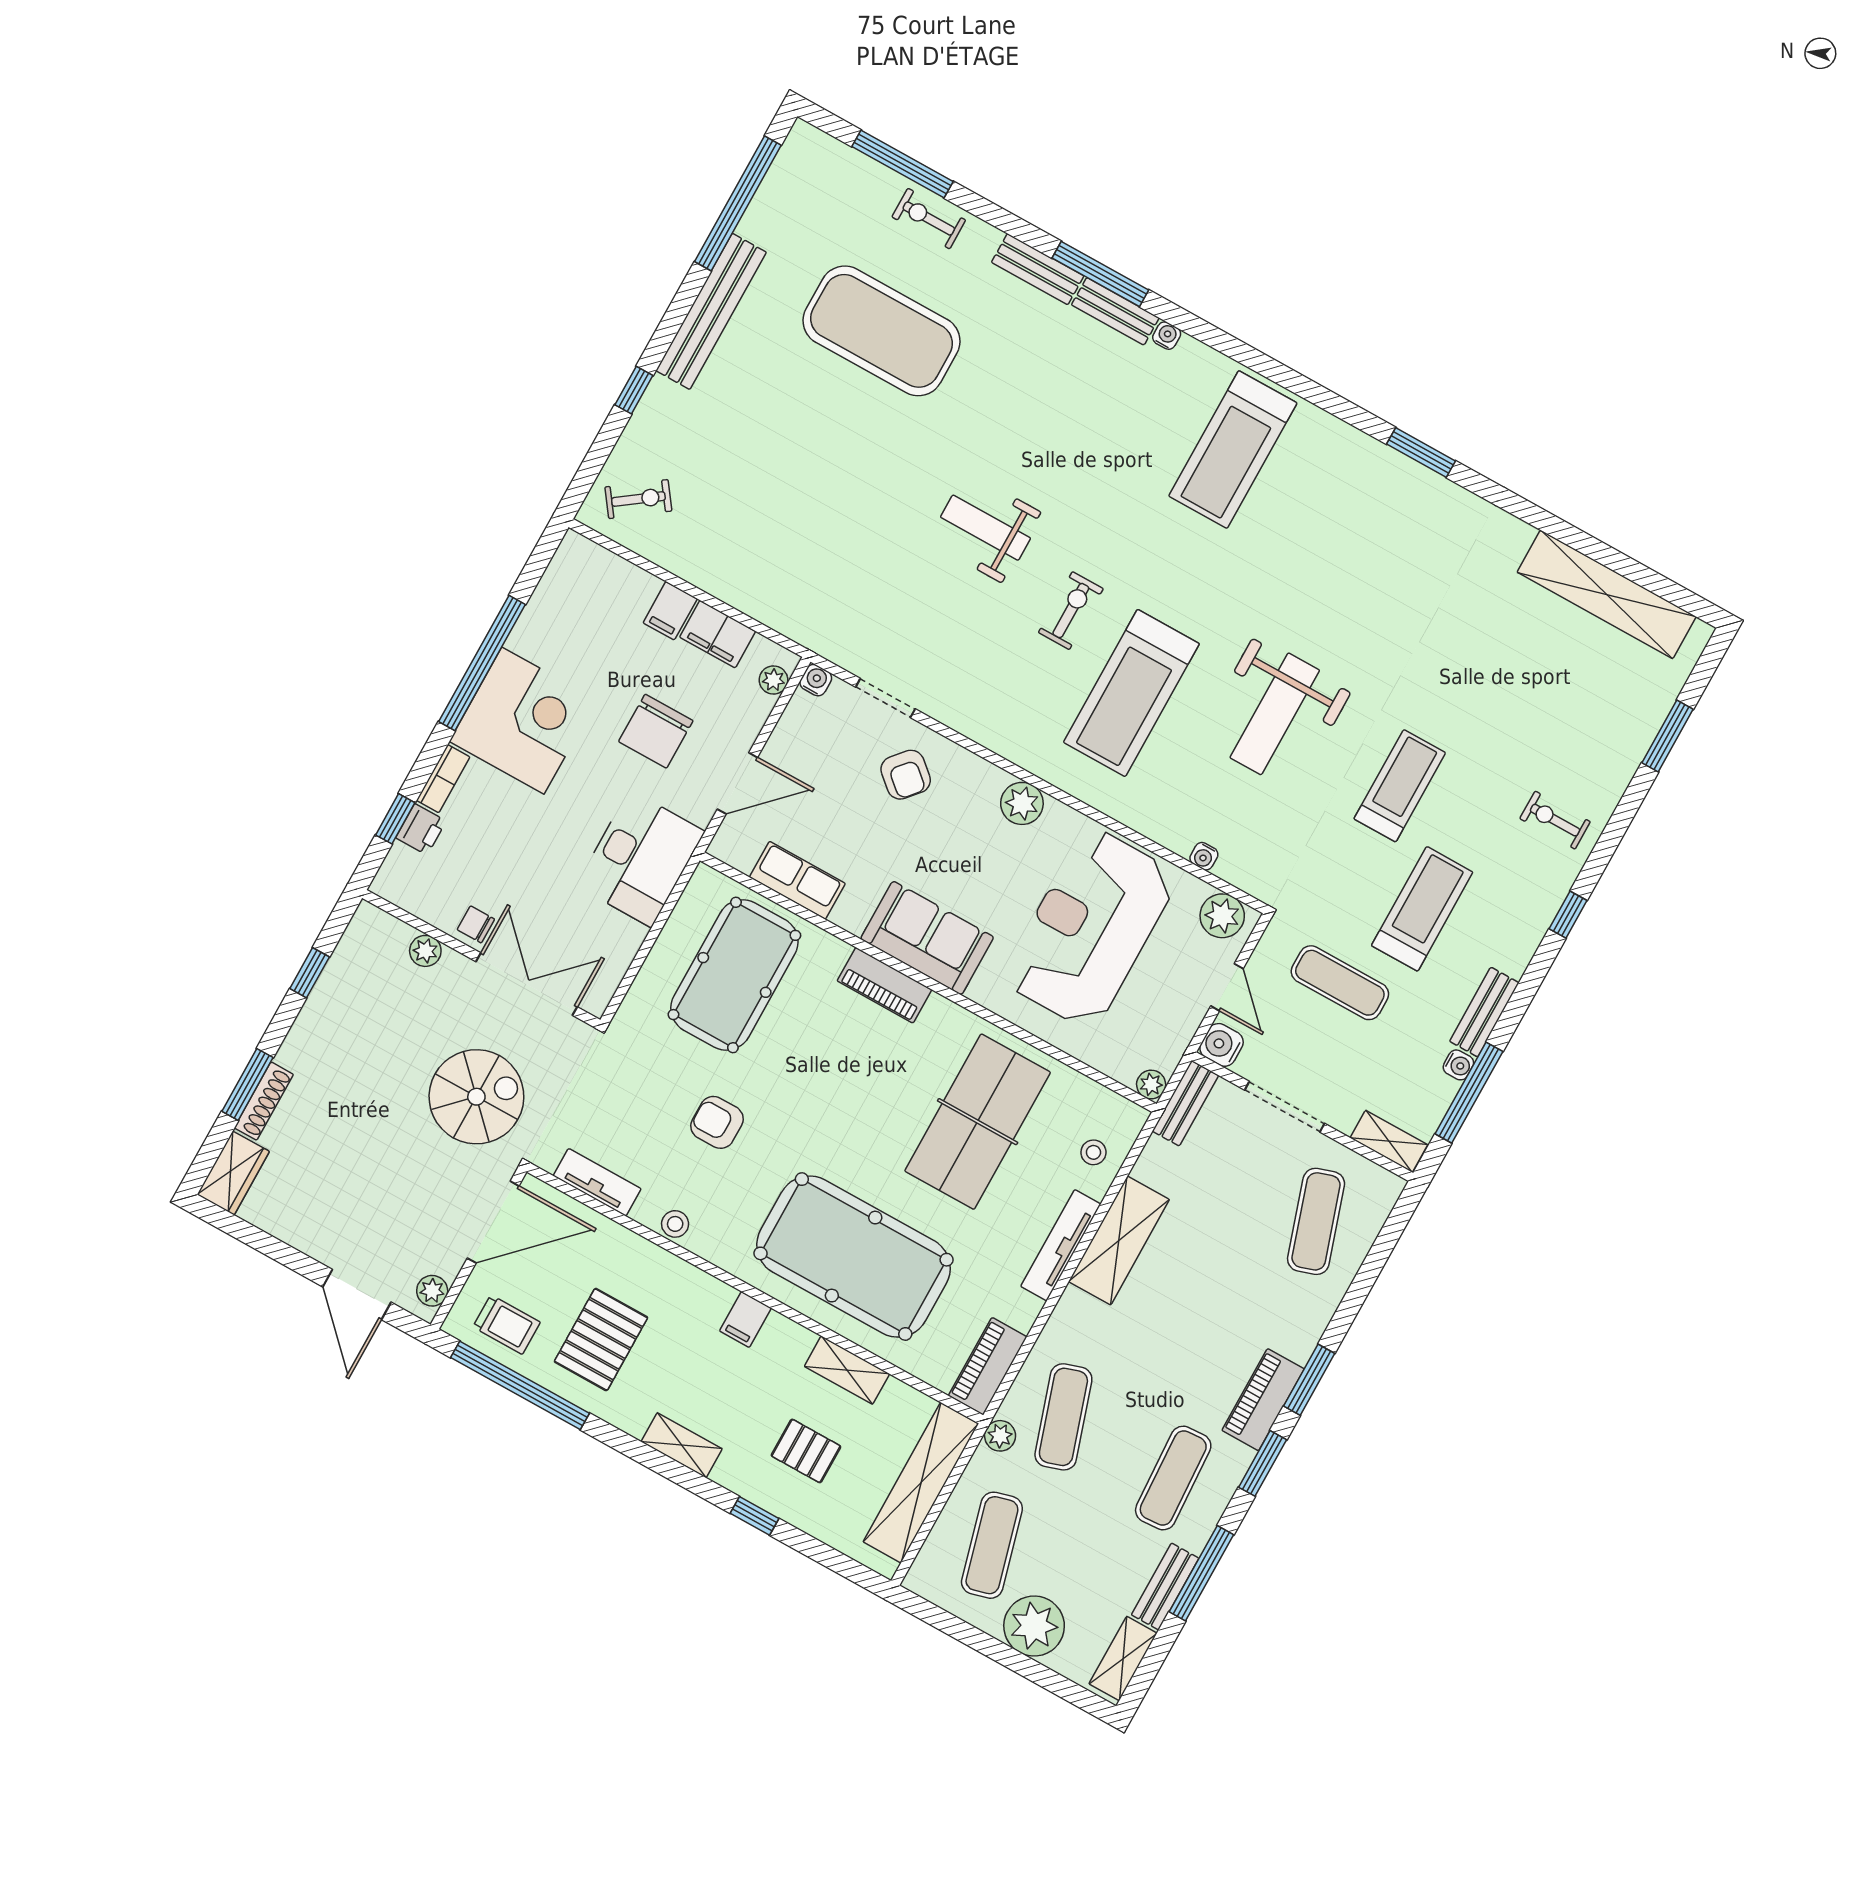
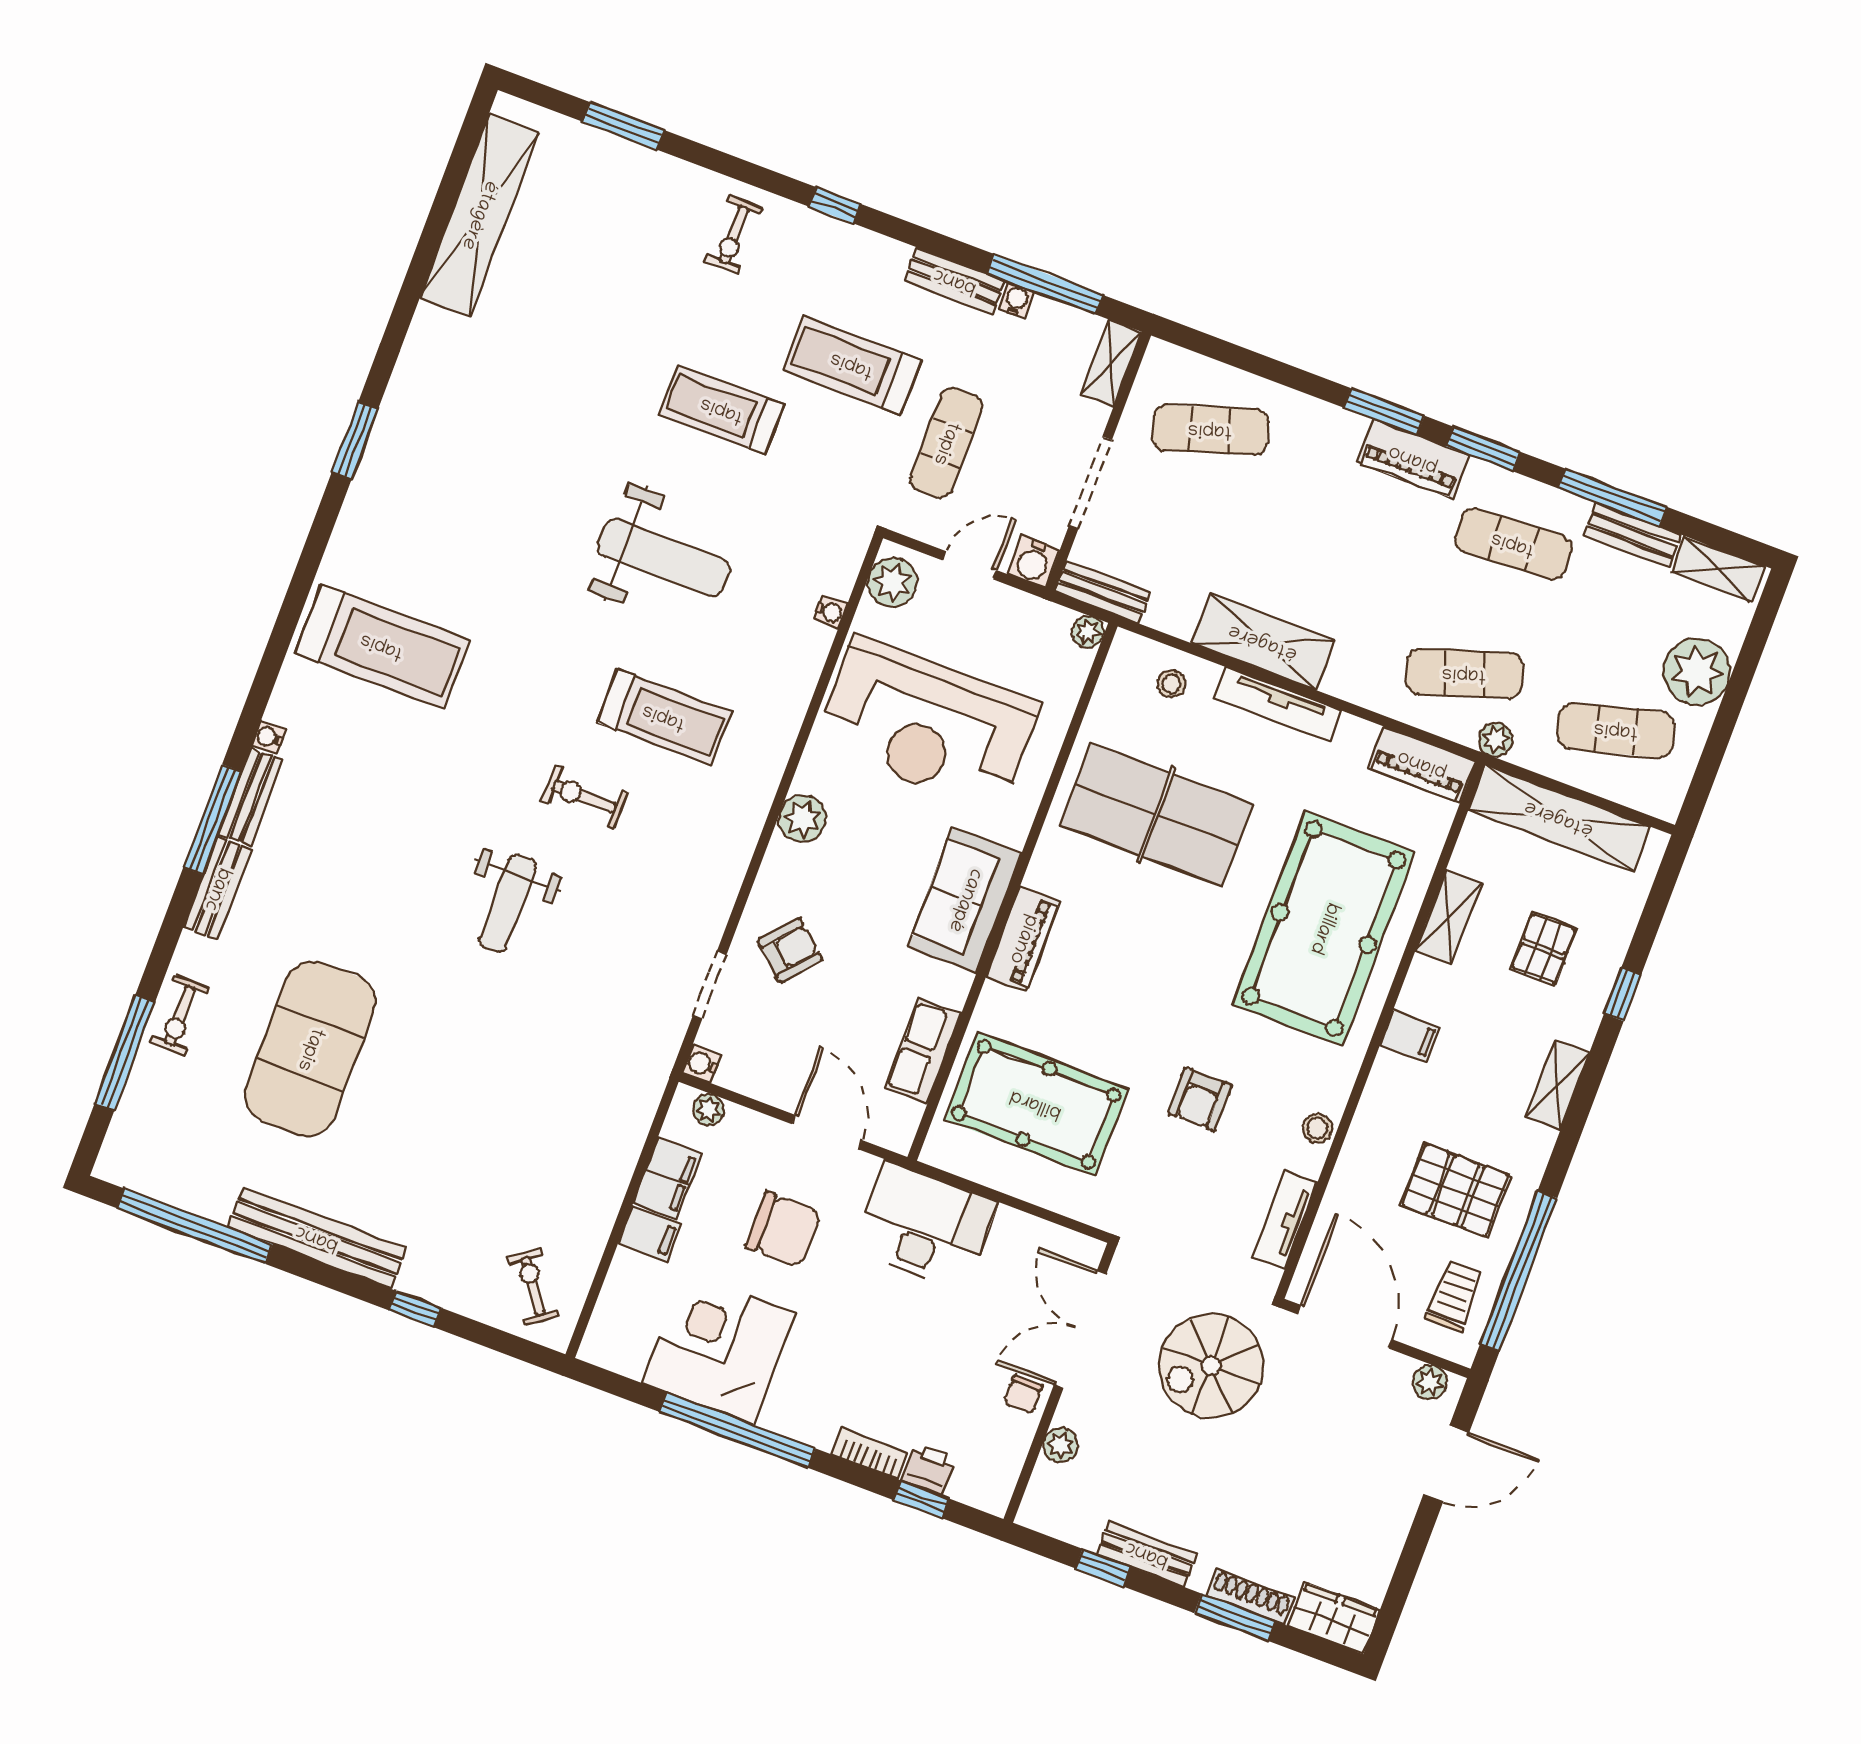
treadmill: (1131, 693) -> (664, 717), width x0.73, depth x0.73
corner desk: (523, 721) -> (718, 1348), moved
bench: (316, 1014) -> (1147, 1554), added
spiral stairs: (476, 1097) -> (1211, 1366), turned -90

